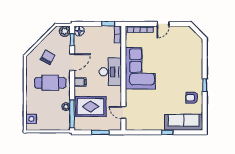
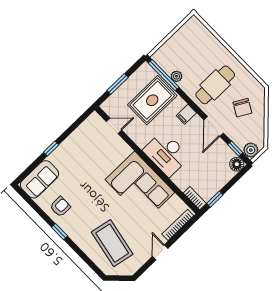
coffee table: (183, 53) -> (112, 243), added
side table: (31, 119) -> (199, 31), removed
sofa: (184, 122) -> (40, 179), width x0.73

